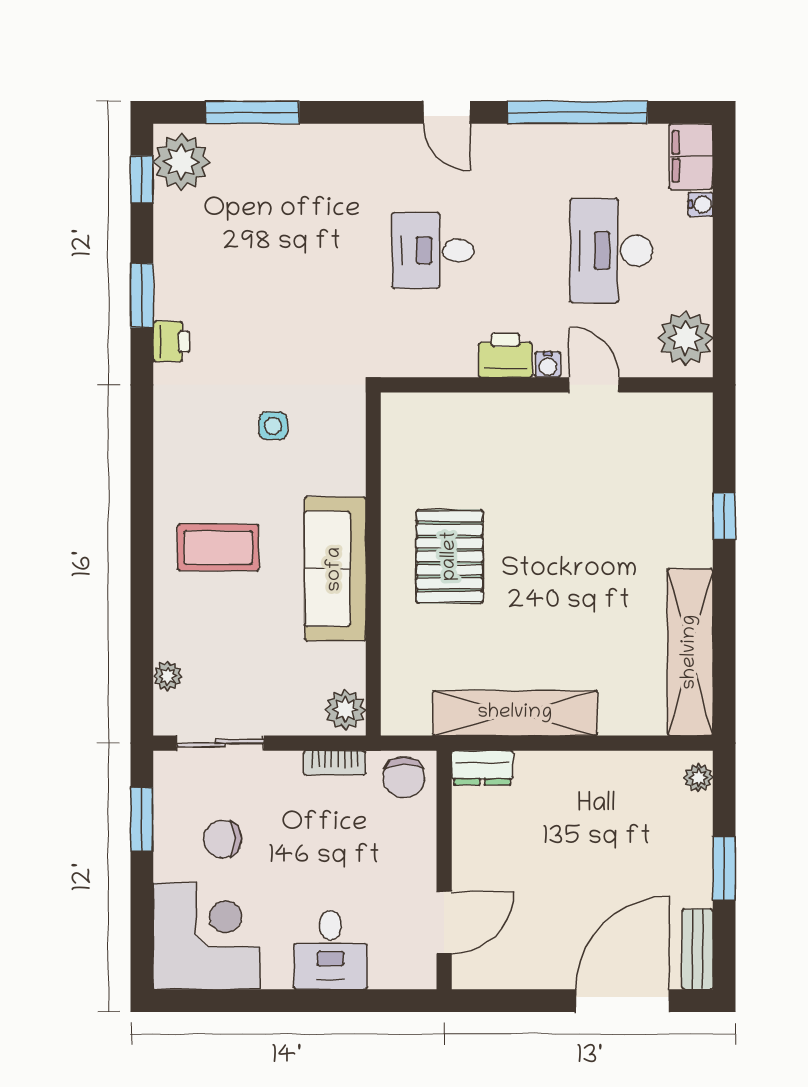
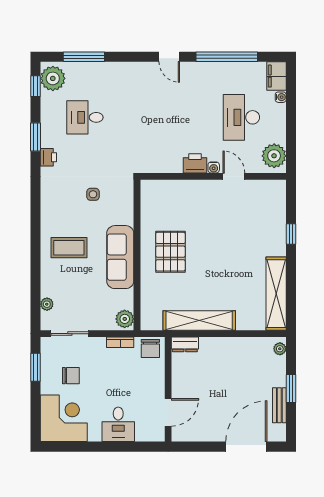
desk: (433, 250) -> (85, 117), moved
chair: (223, 839) -> (71, 376), turned 180
bench: (698, 949) -> (279, 405), moved

